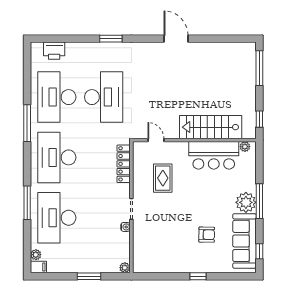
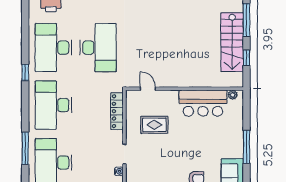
window: (259, 119) -> (246, 58), moved
window: (27, 123) -> (25, 72), width x0.46
stairs: (211, 127) -> (232, 42), moved, turned -90
rug: (163, 178) -> (154, 125), turned 90
plant: (246, 202) -> (234, 148), removed

